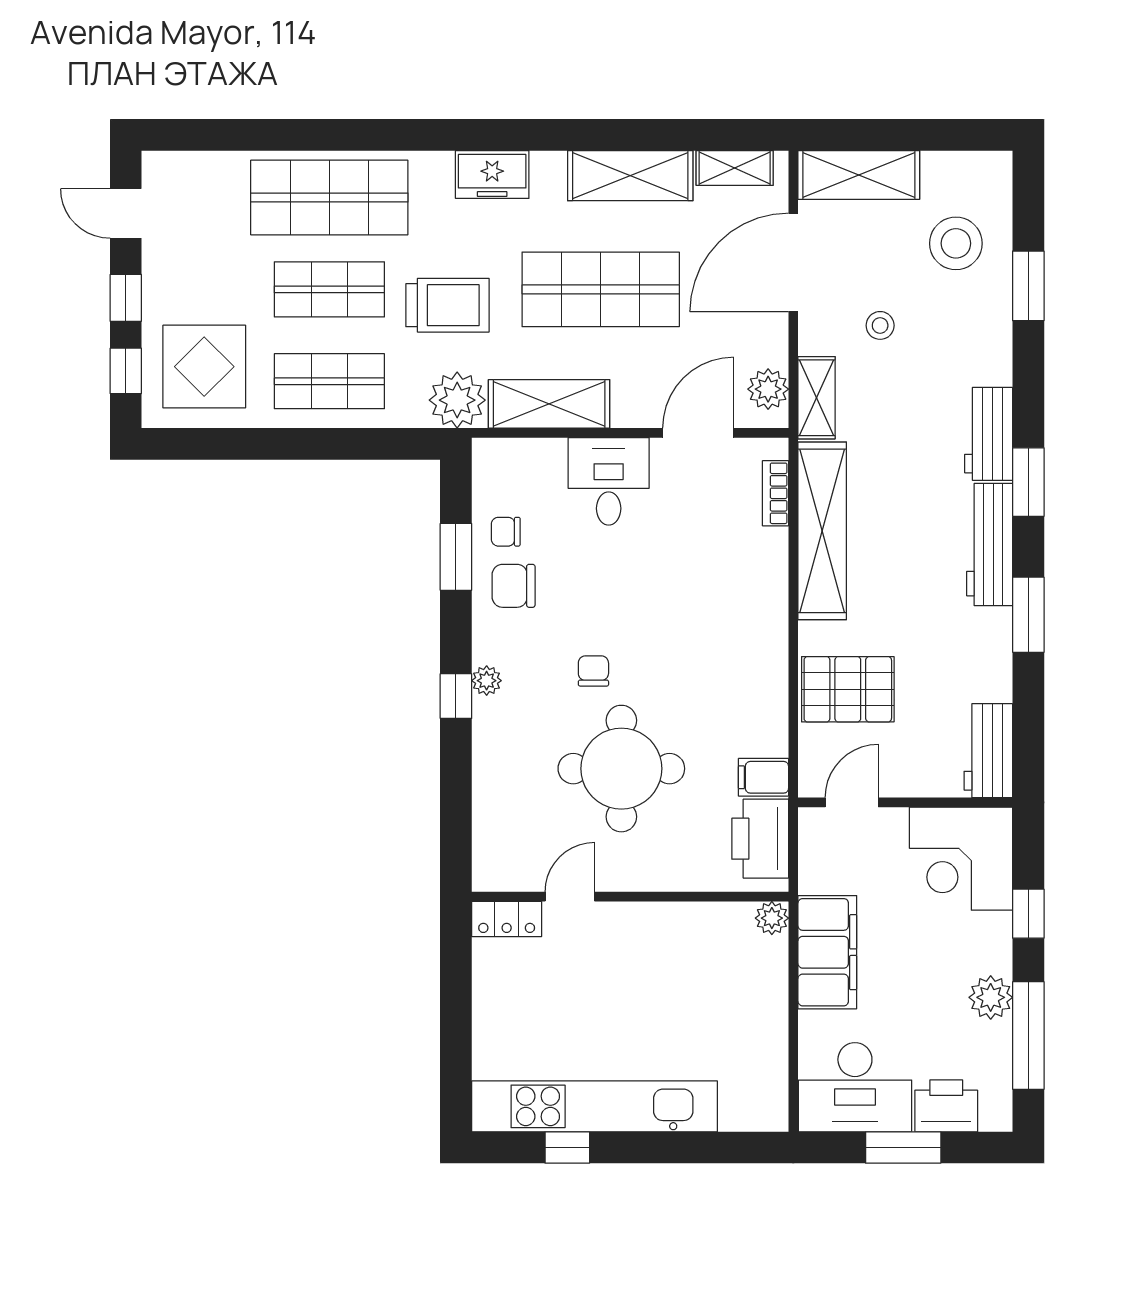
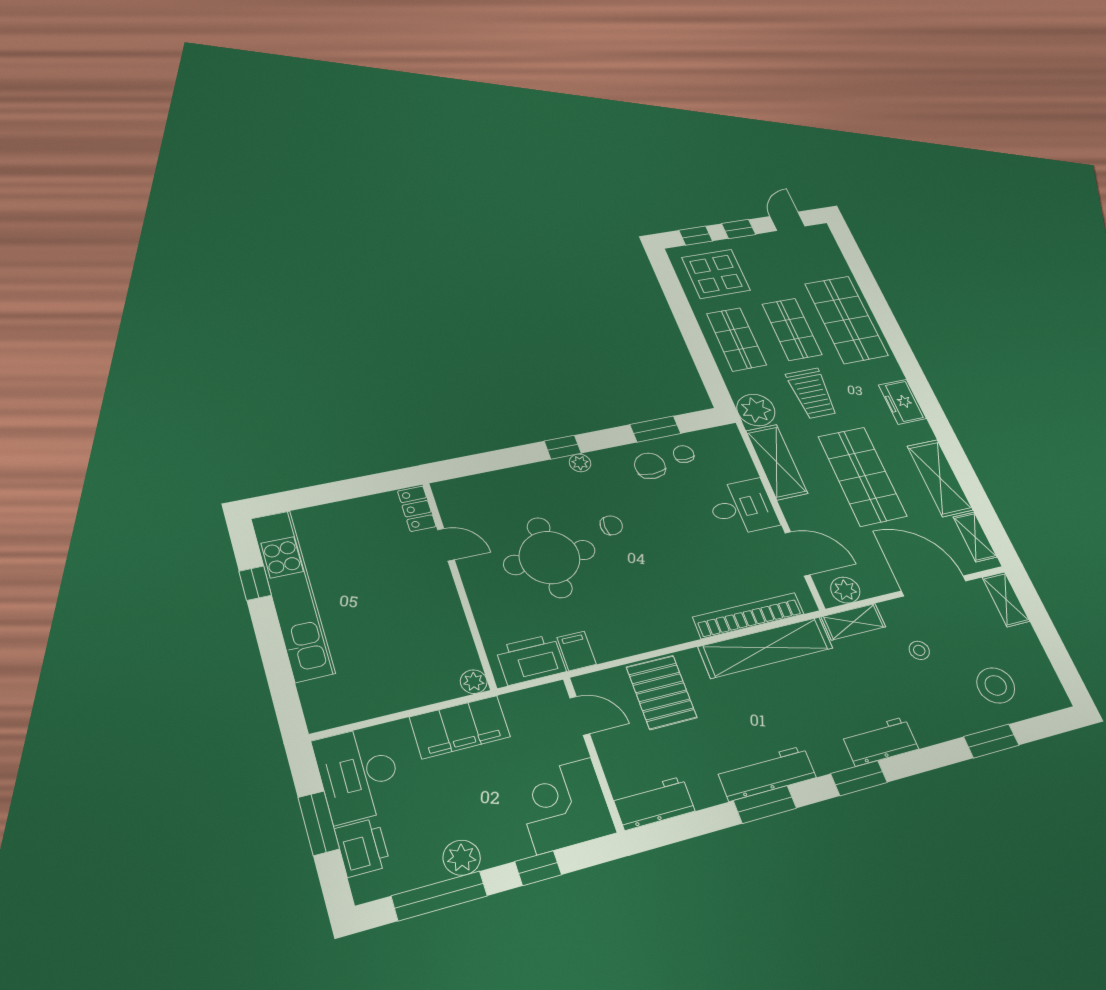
shelving: (859, 175) -> (1006, 599), width x0.67, depth x0.75
bookcase: (776, 493) -> (748, 616), width x2.31, depth x1.31
workbench: (990, 544) -> (766, 773), moved

